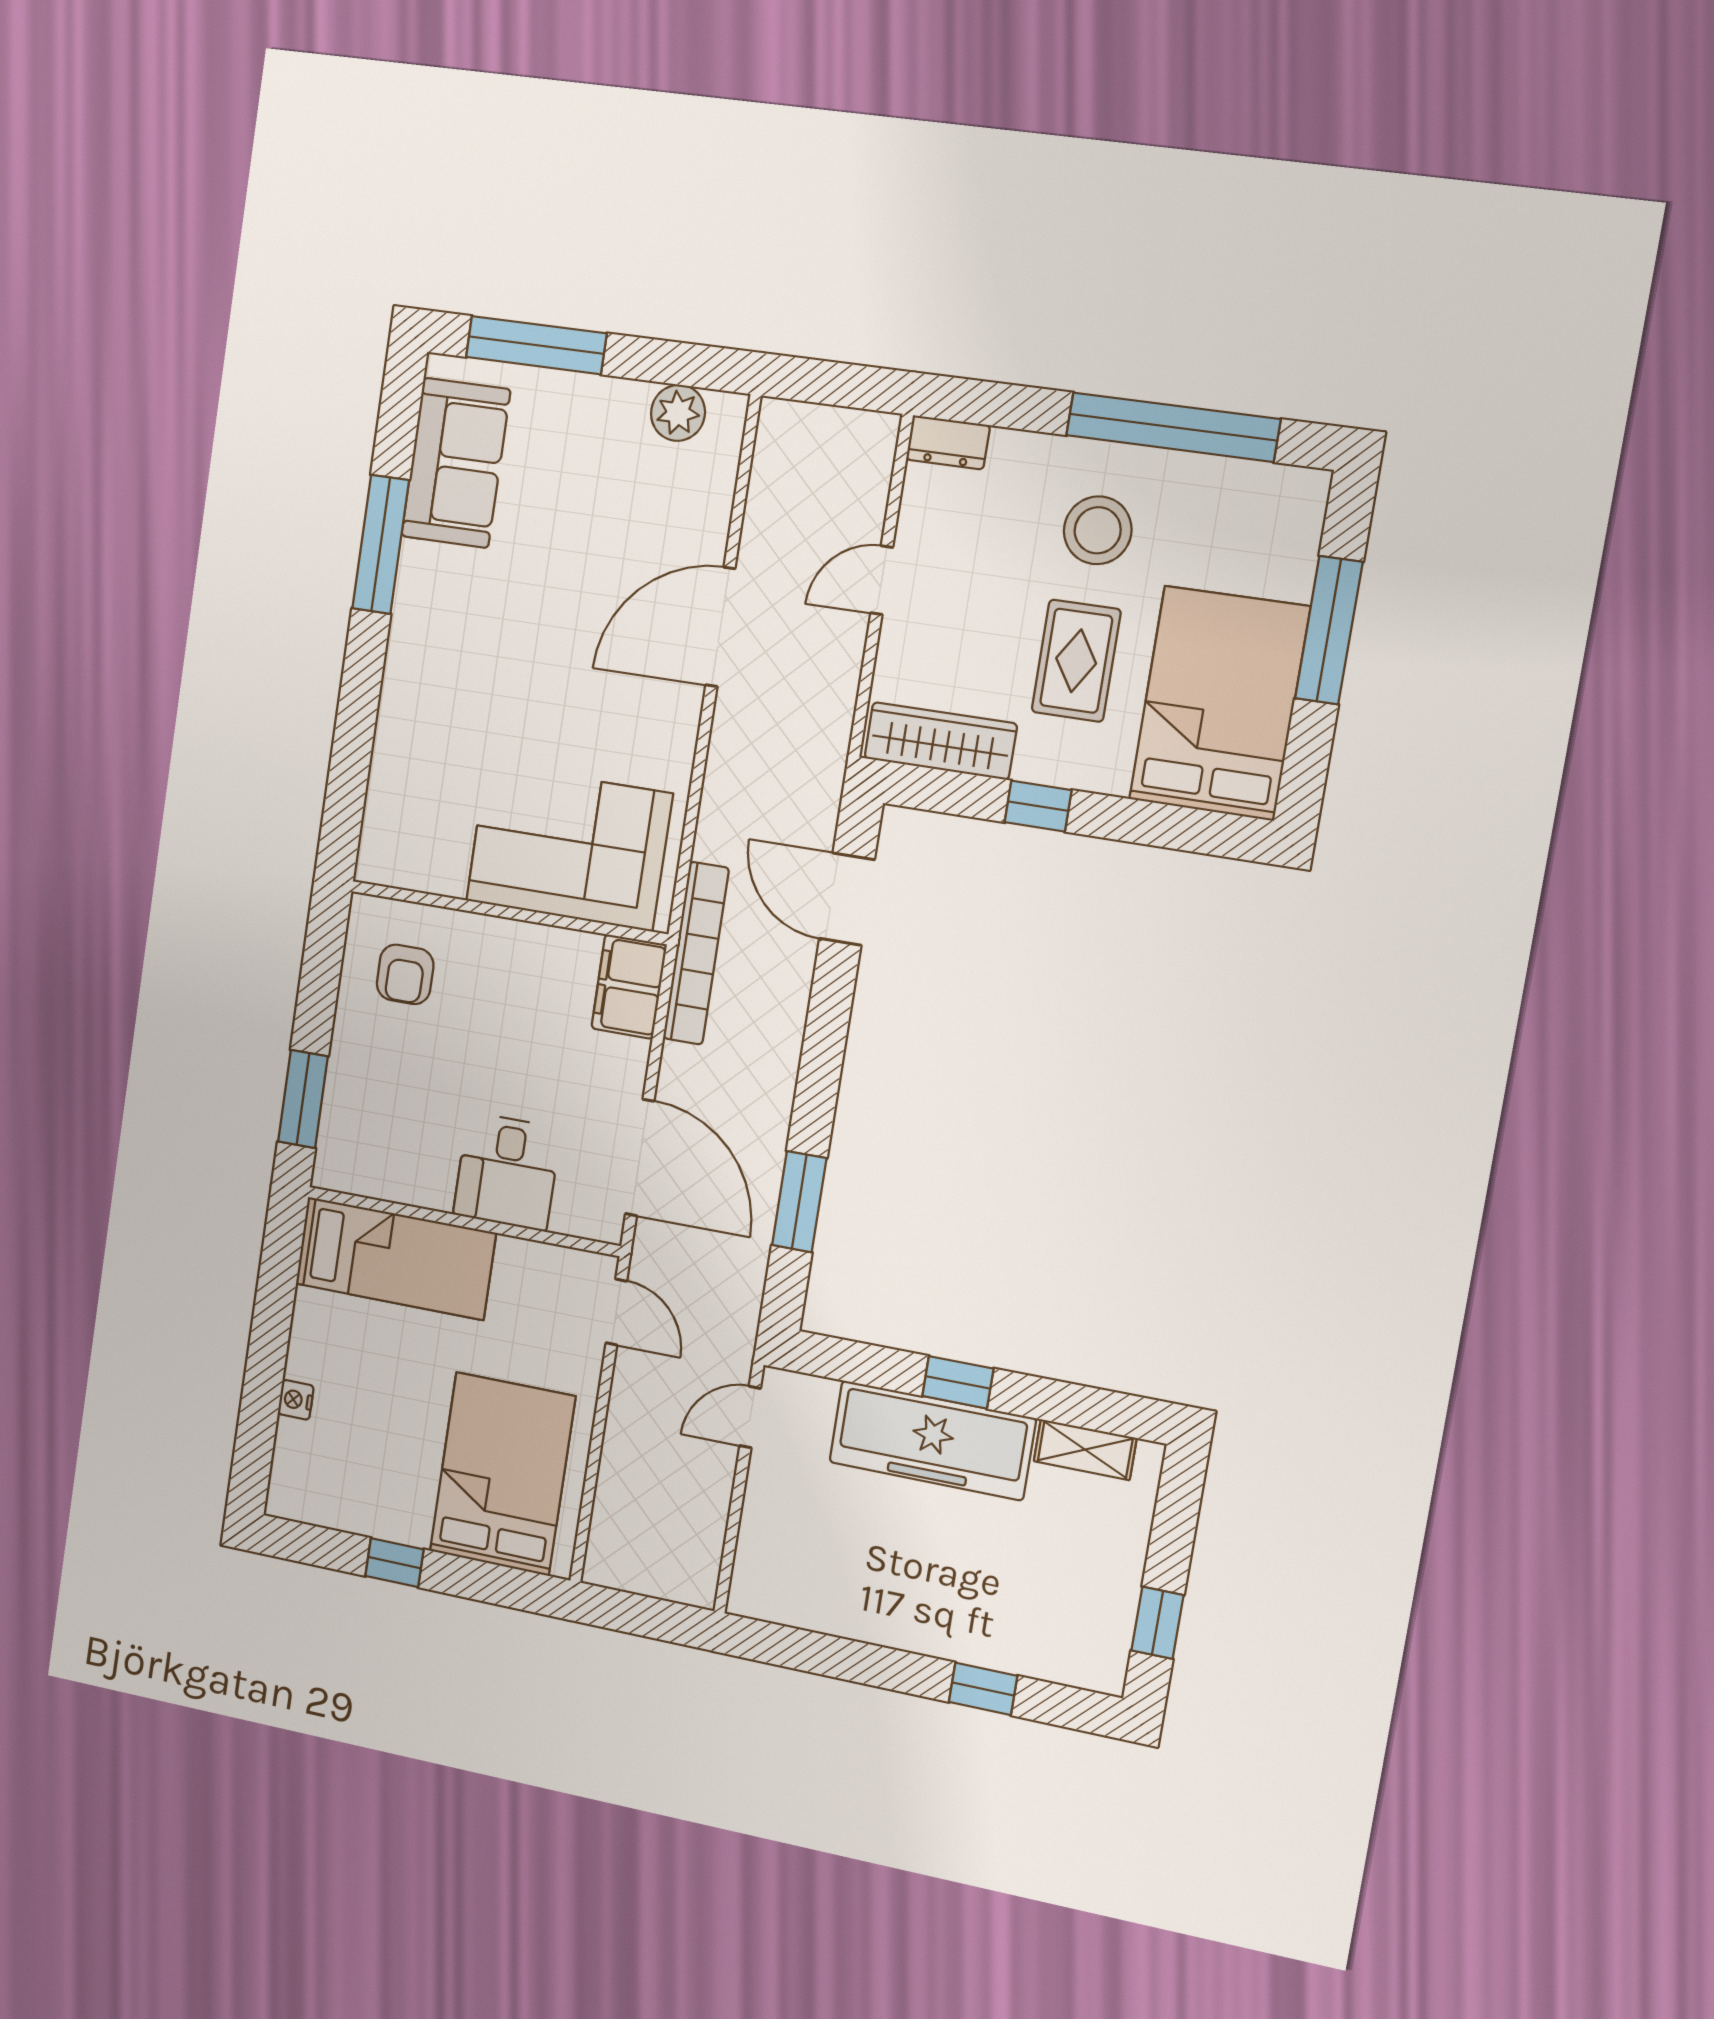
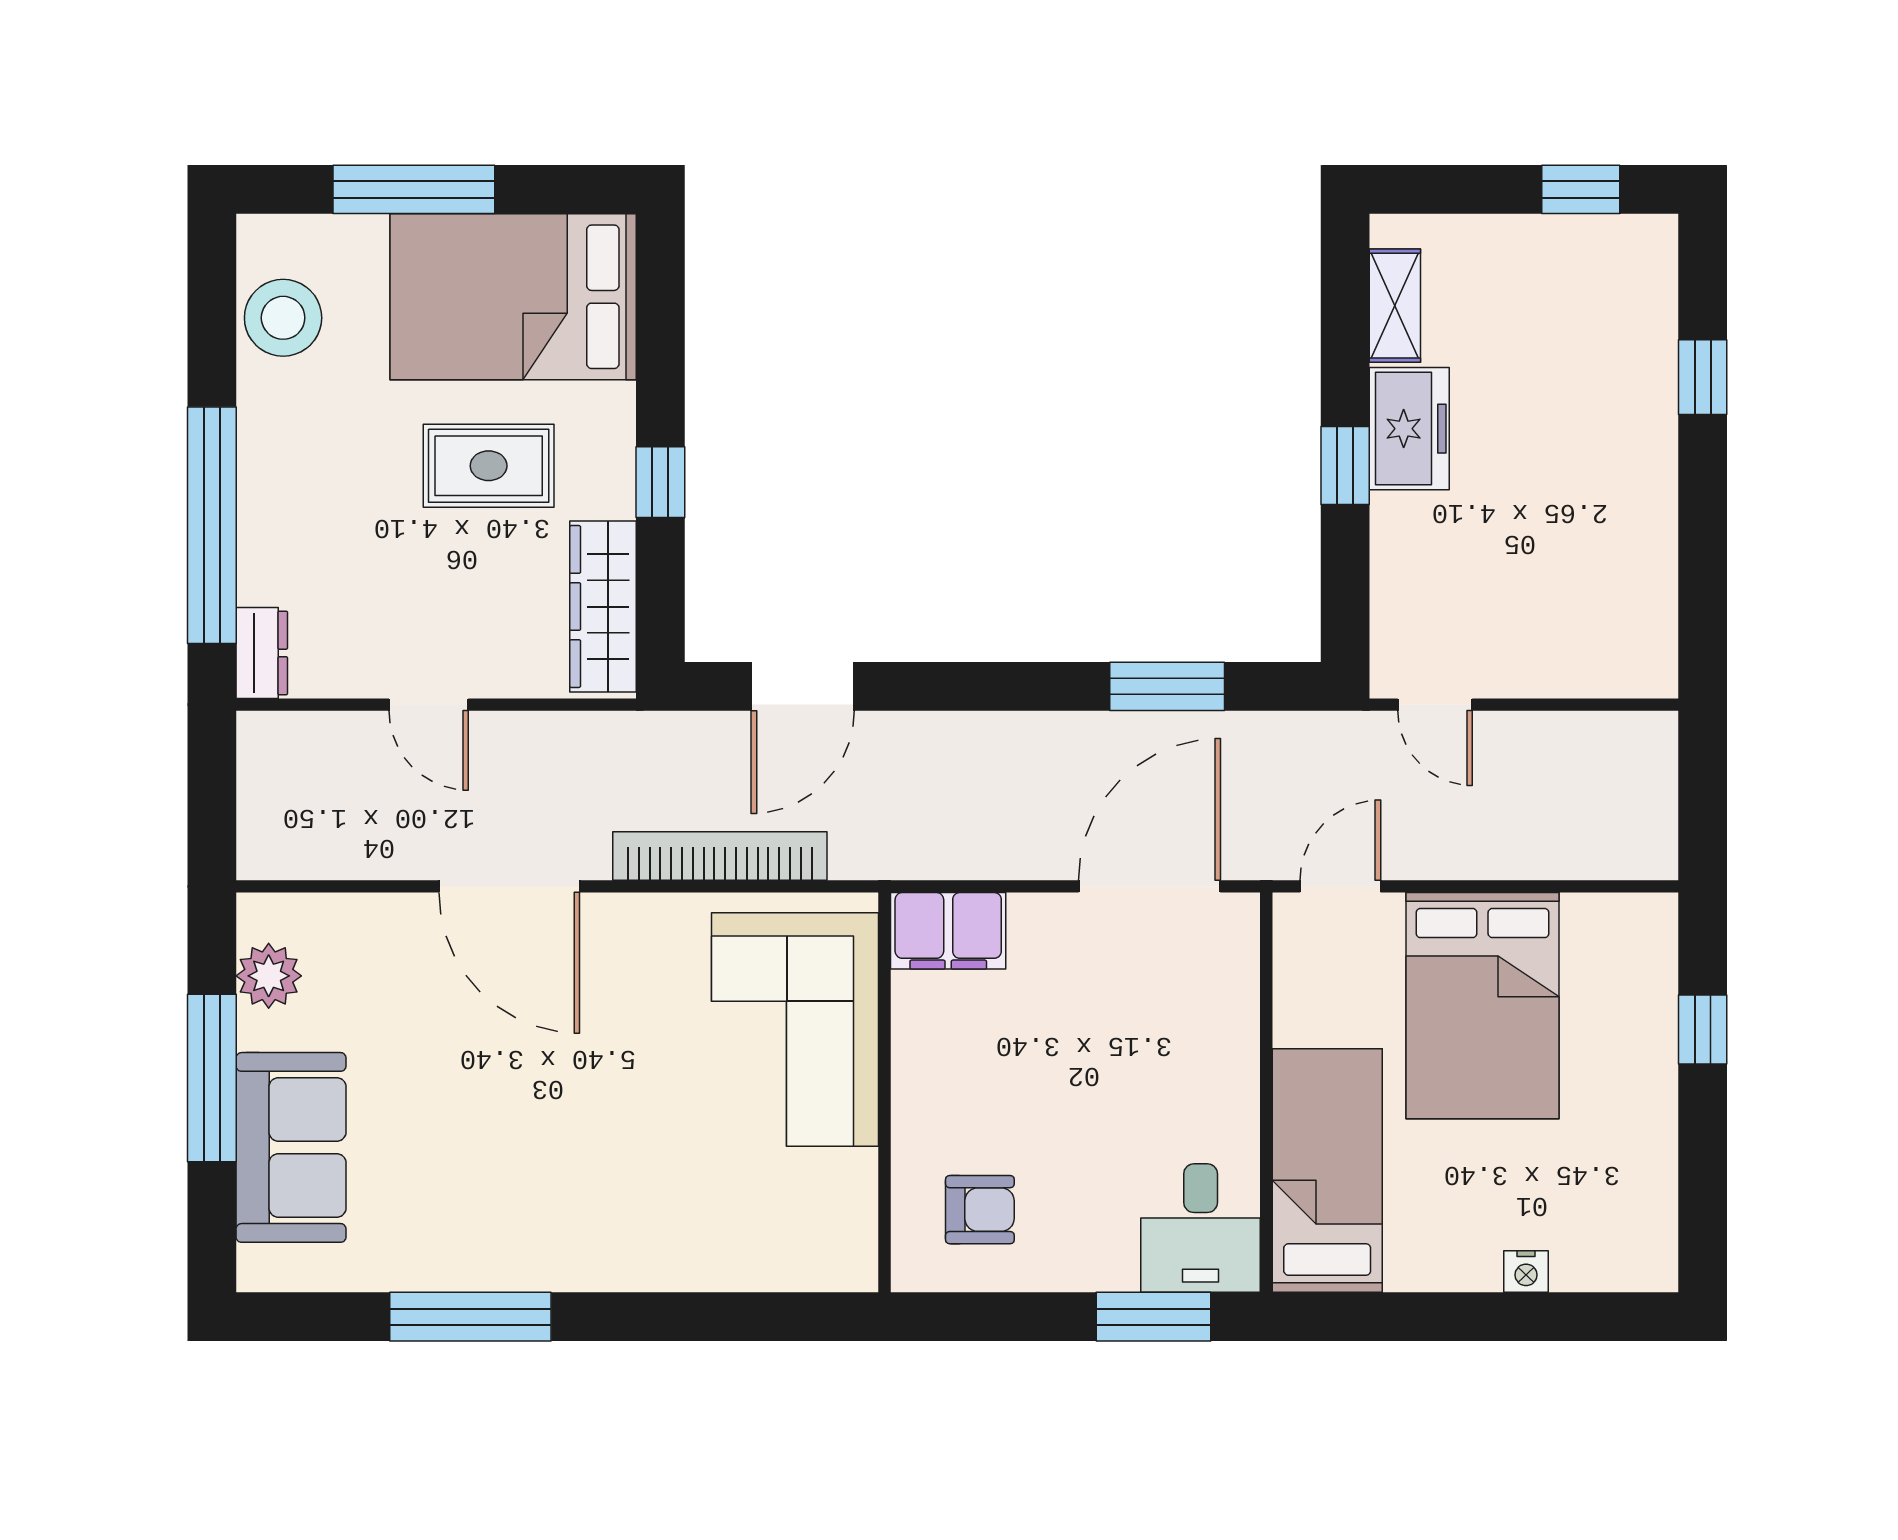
window: (536, 345) -> (212, 1078), moved
window: (1173, 427) -> (212, 525), moved
sofa: (456, 463) -> (291, 1147), moved, turned 90
stool: (1098, 530) -> (283, 318), moved
bookcase: (696, 953) -> (720, 856), moved
desk: (507, 1172) -> (1201, 1228), moved, turned 90
freezer: (932, 1440) -> (1409, 429), width x0.52, depth x0.79
bed: (502, 1474) -> (1482, 1006), moved, turned -90
window: (394, 1563) -> (1703, 1030), moved

